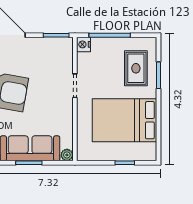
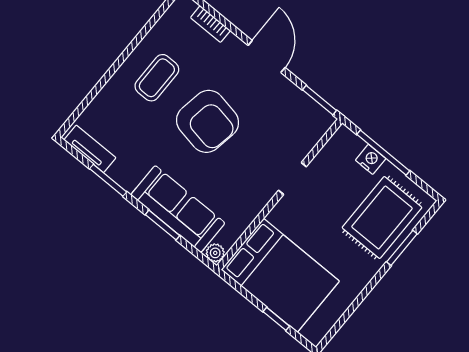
nightstand: (84, 44) -> (371, 159), moved, turned 90
rug: (136, 68) -> (382, 218), width x1.36, depth x1.43
bed: (125, 120) -> (280, 275), moved, turned 180

